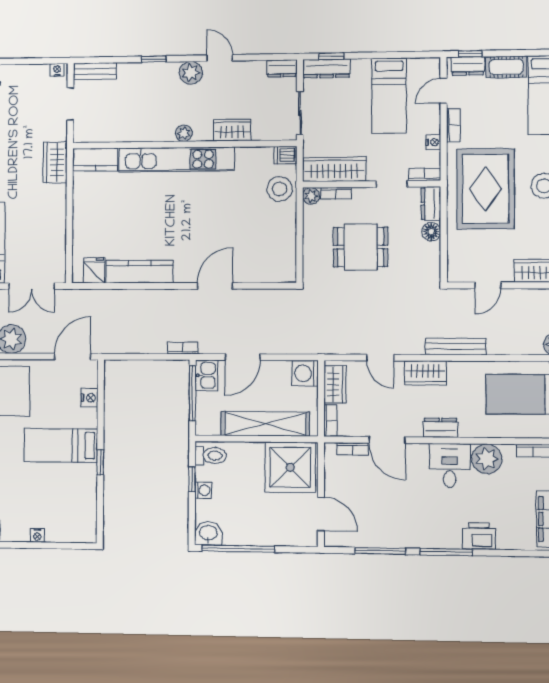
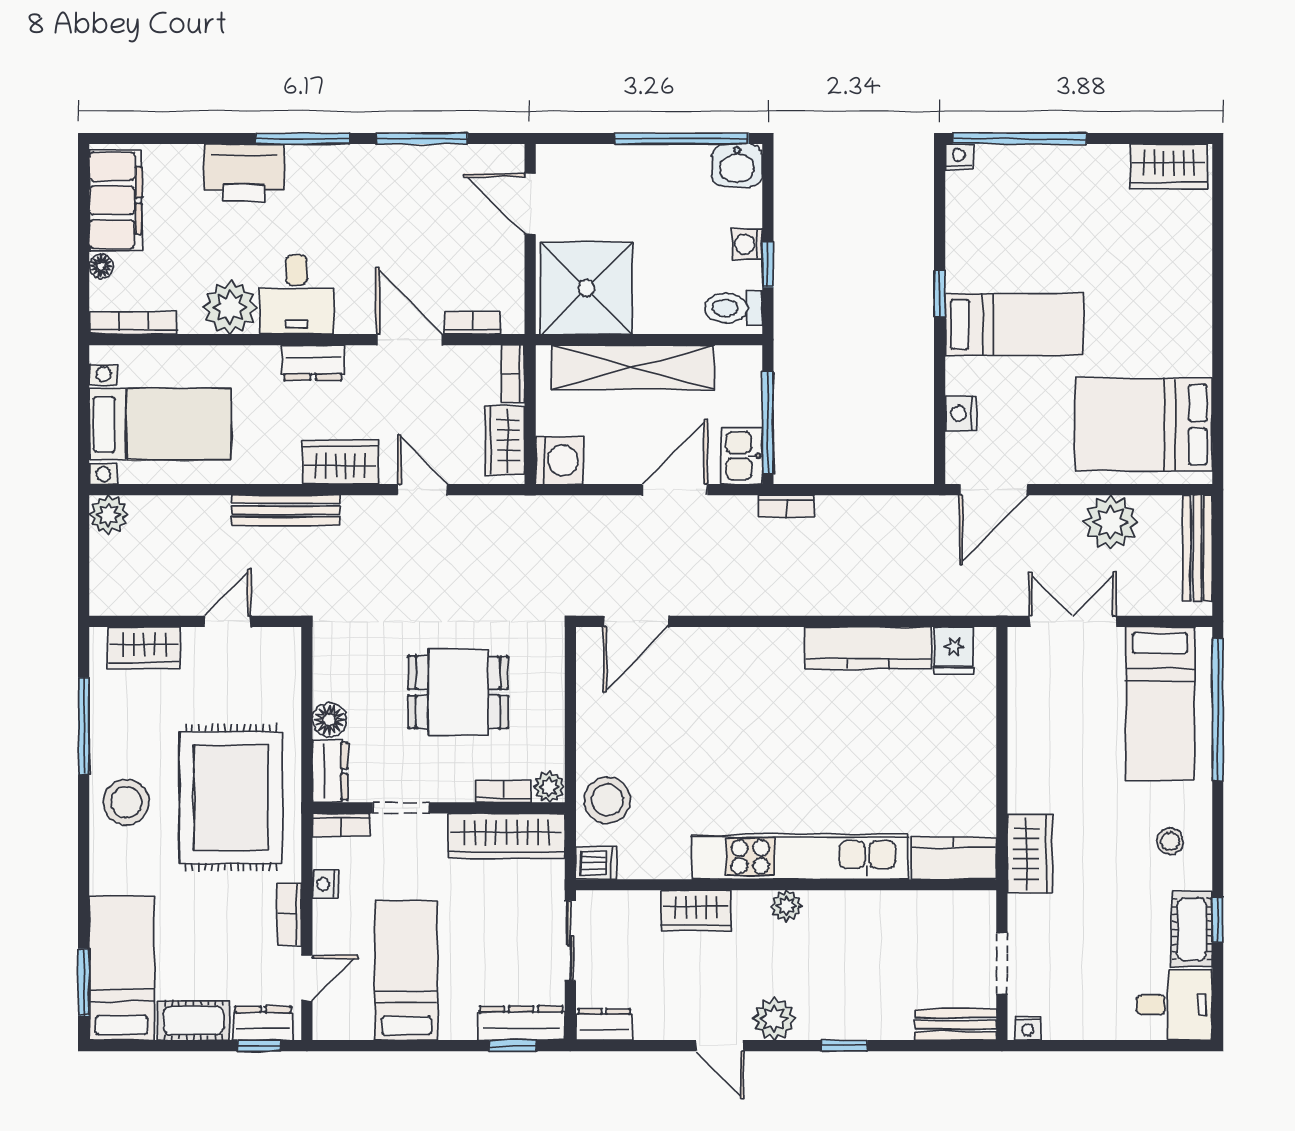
door: (215, 286) -> (636, 621), moved
nightstand: (37, 535) -> (959, 157), moved
printer: (479, 536) -> (244, 173), width x1.37, depth x1.19
window: (57, 546) -> (1020, 138), added

